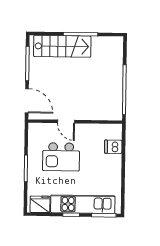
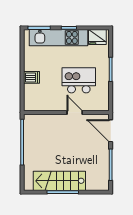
stairs: (62, 46) -> (59, 181), moved
dishwasher: (113, 147) -> (32, 77), moved

